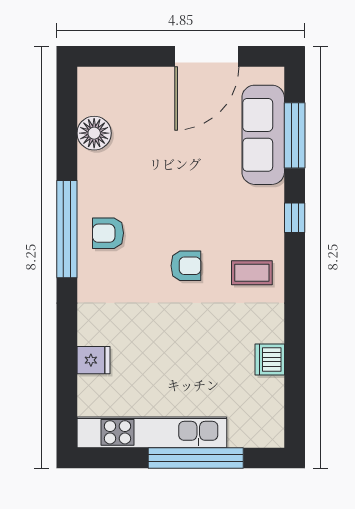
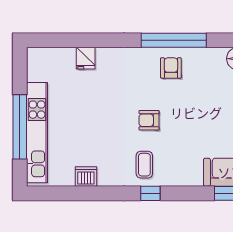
window: (295, 218) -> (150, 193), moved
armchair: (186, 266) -> (149, 120), turned 90
kitchen unit: (152, 432) -> (37, 133), moved

